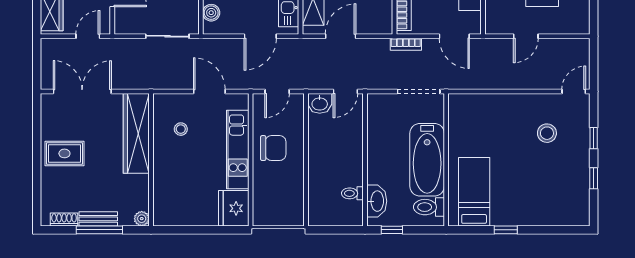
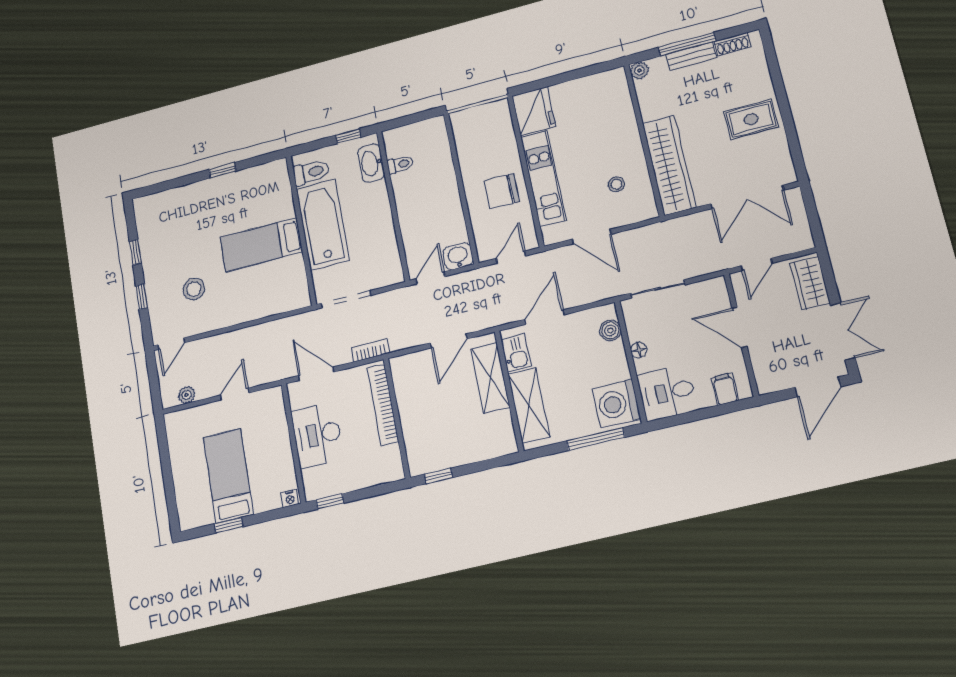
plant: (567, 45) -> (187, 395), added
bed: (474, 192) -> (261, 245), moved, turned 90

